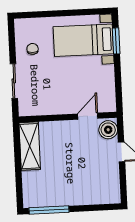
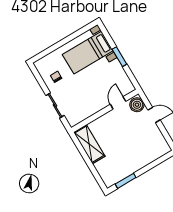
window: (116, 41) -> (119, 57), moved
window: (49, 210) -> (126, 181), width x0.69

